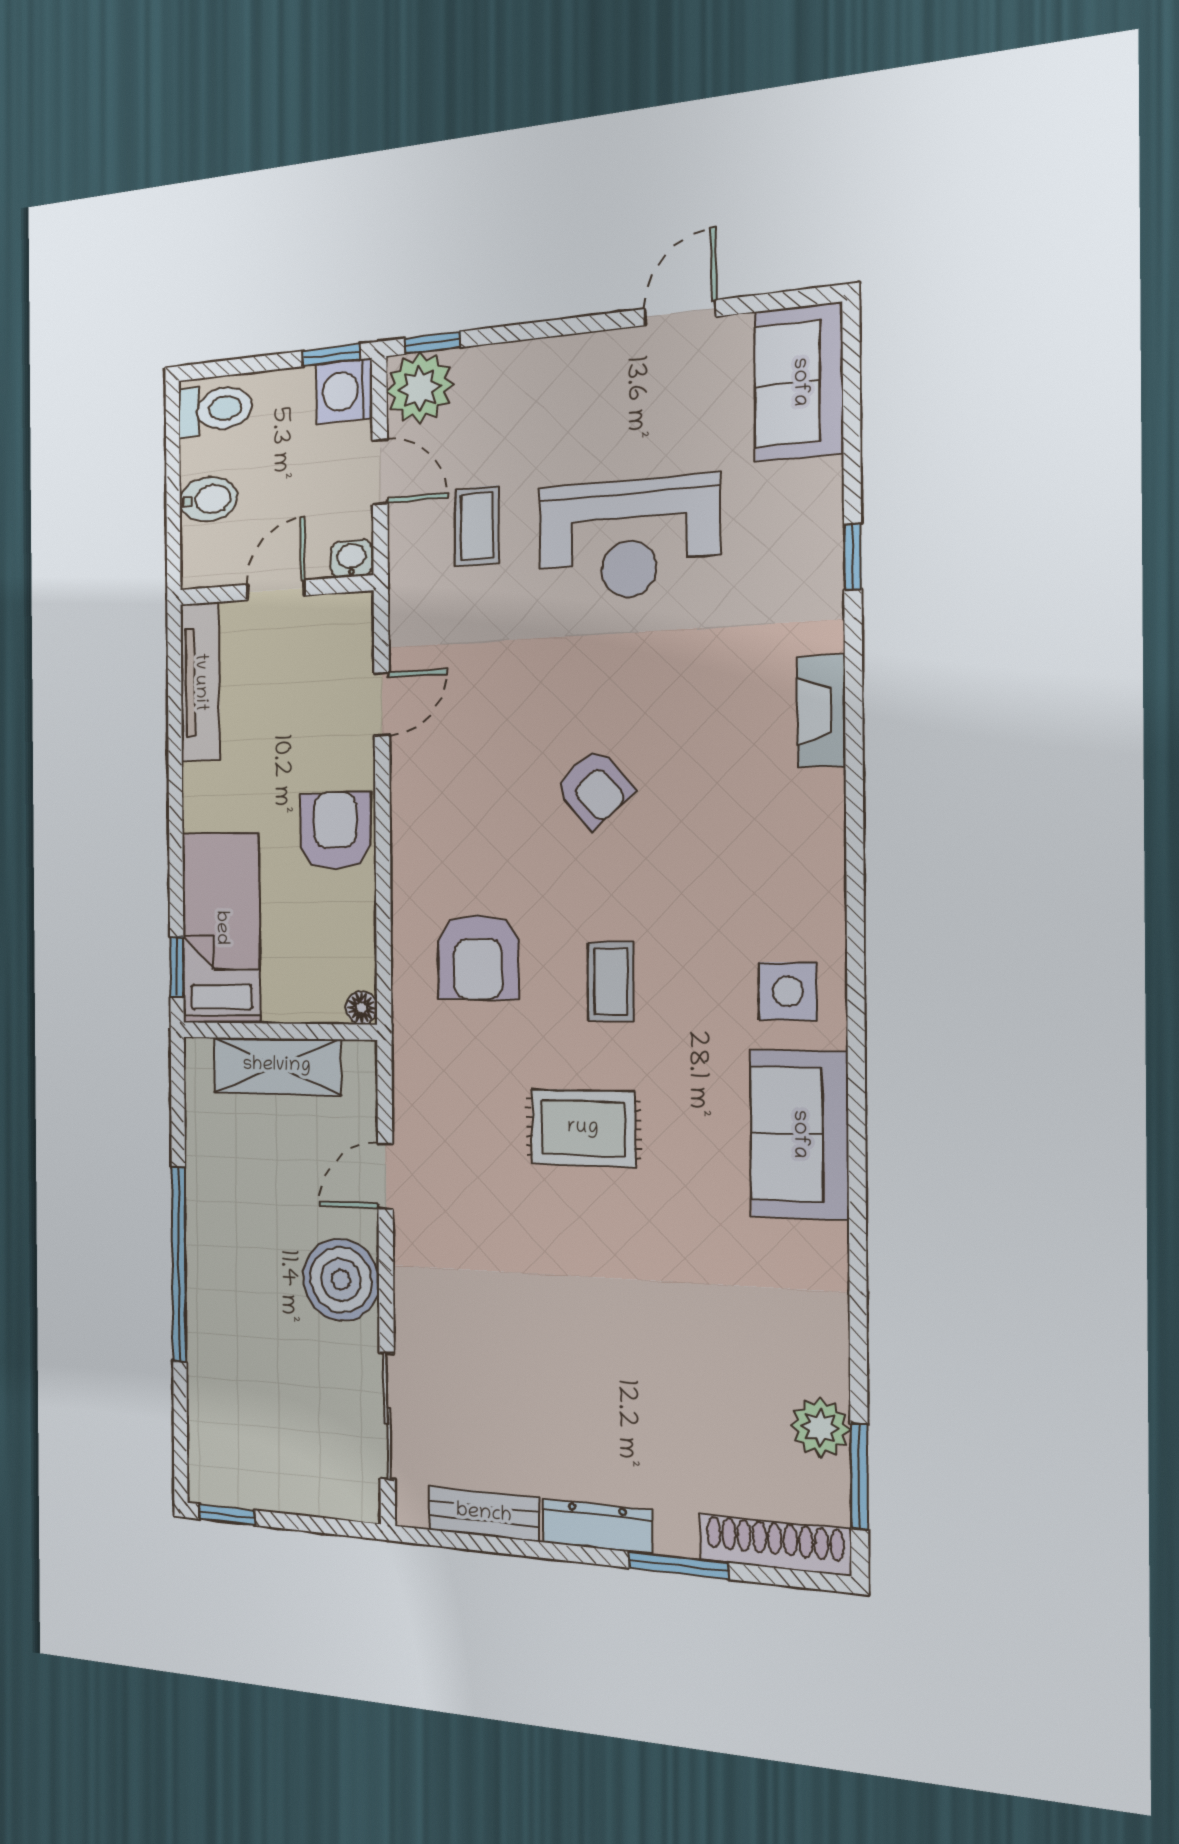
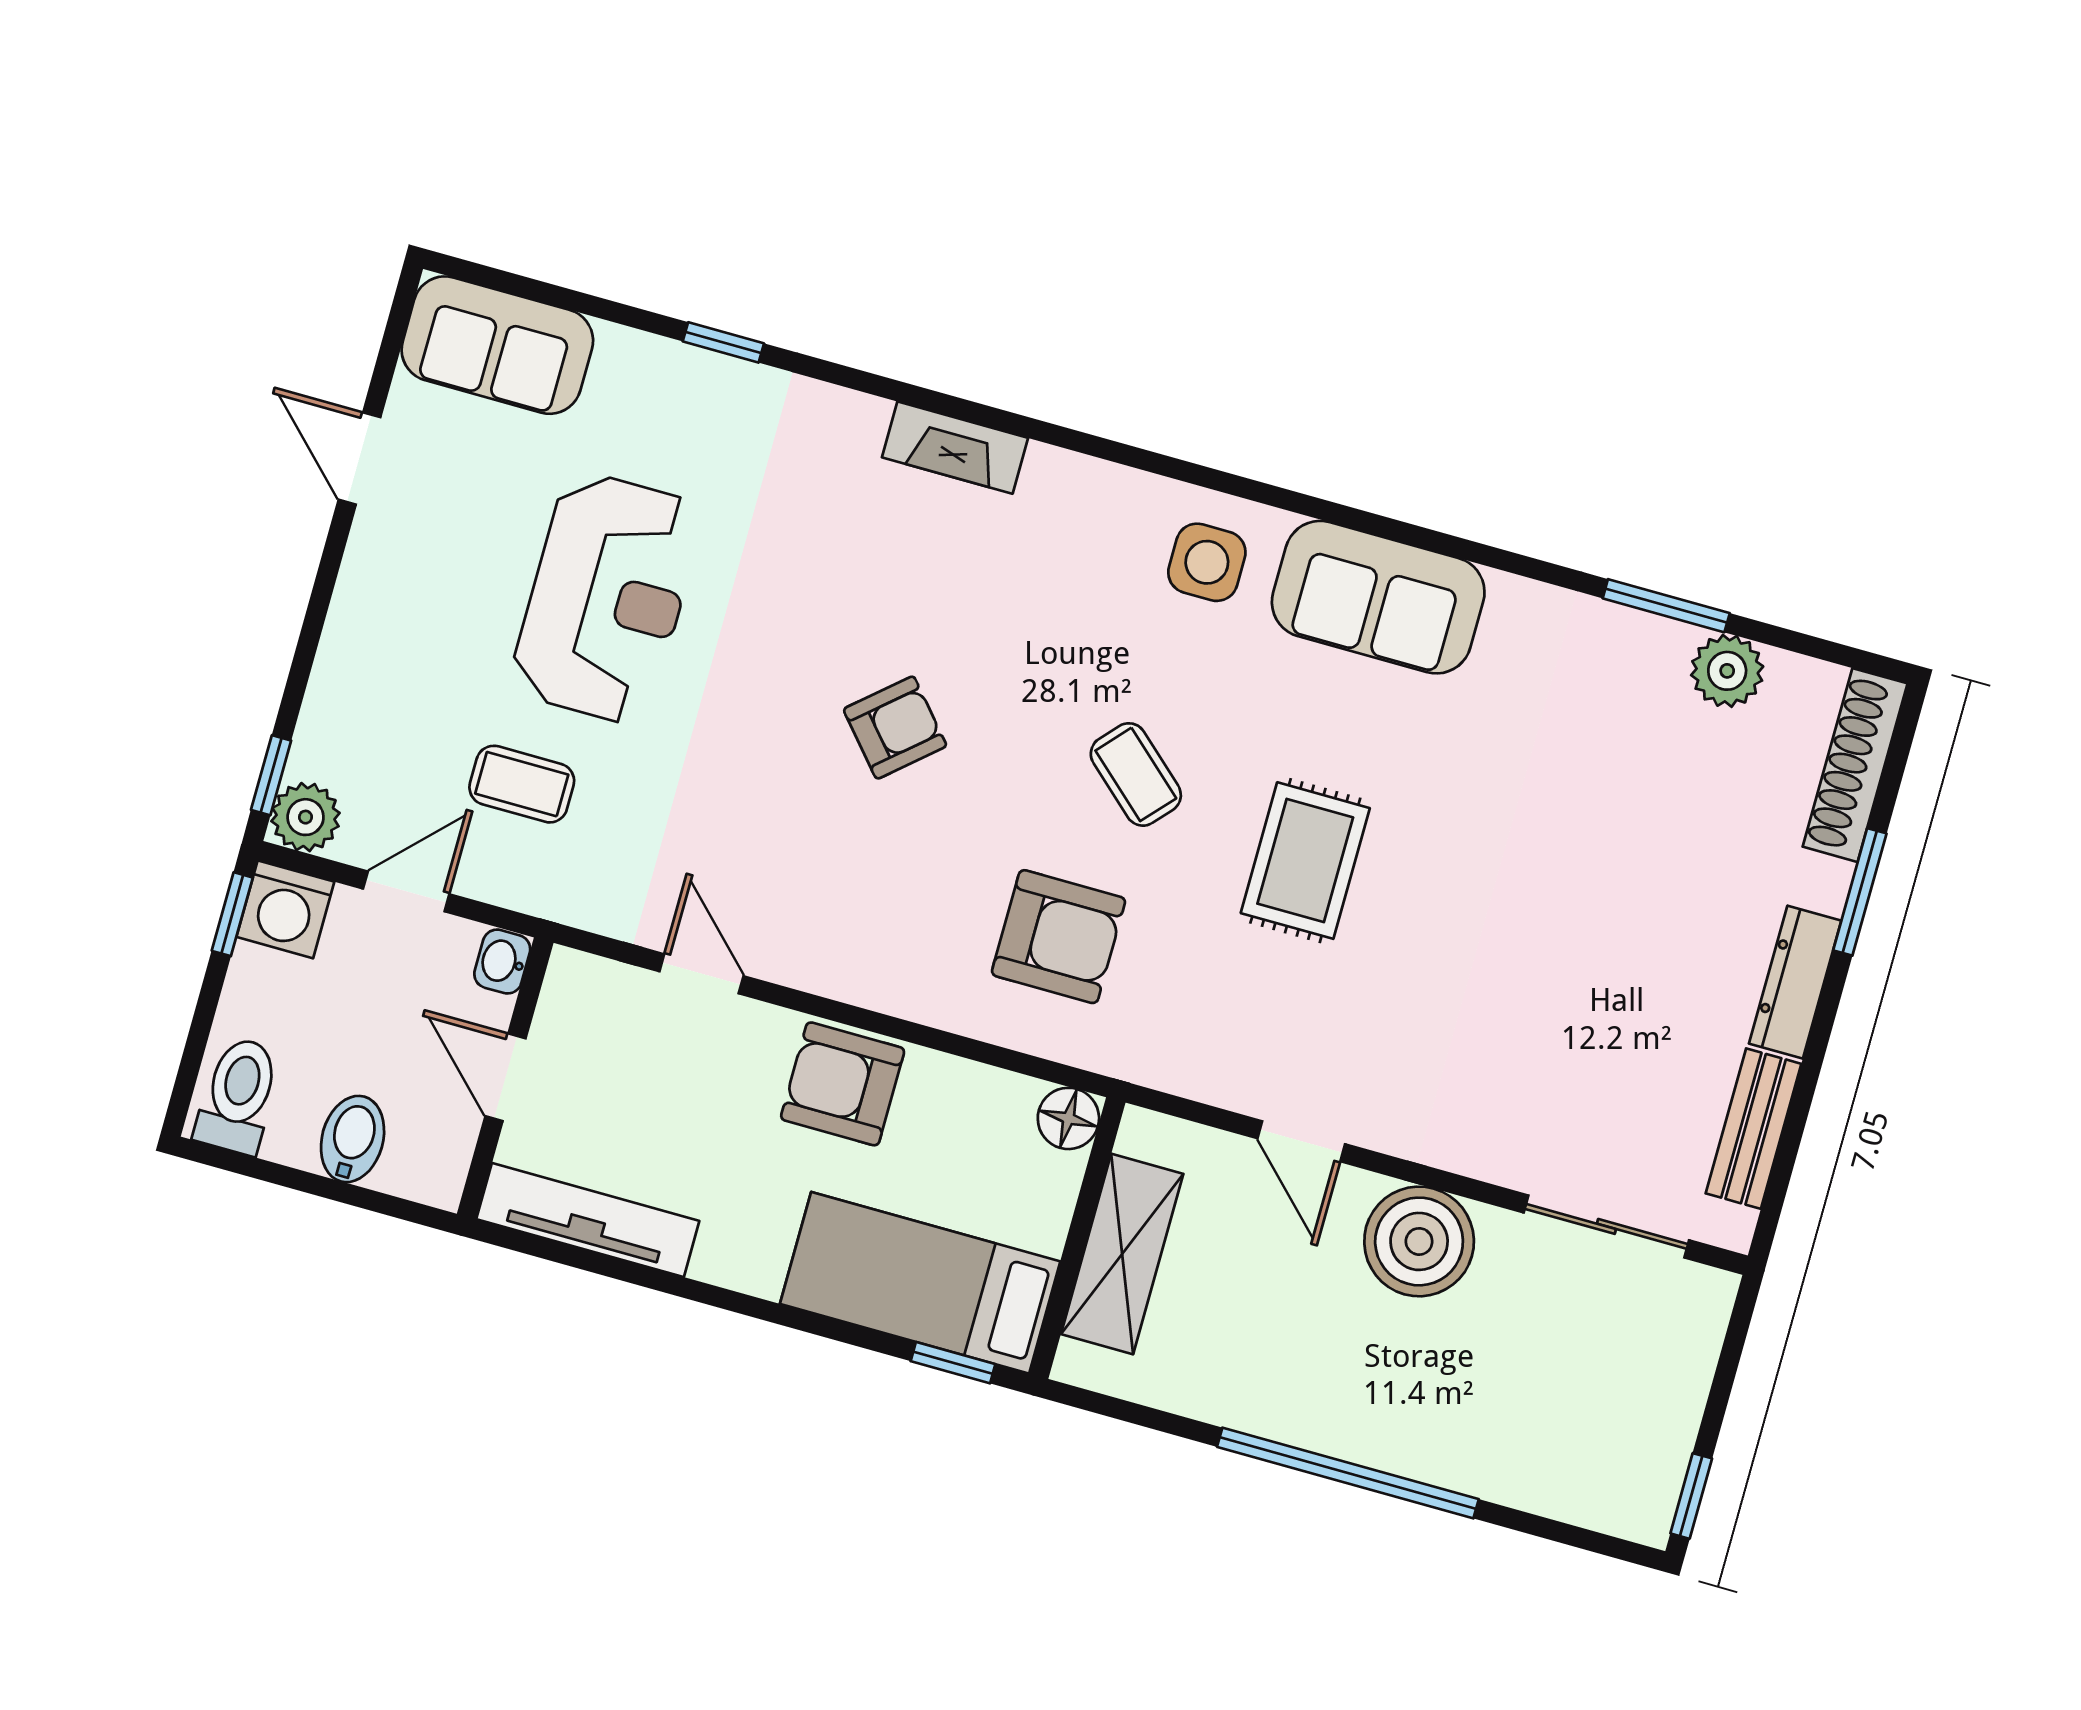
plant: (420, 388) -> (306, 817), width x0.73, depth x0.73
fireplace: (821, 711) -> (955, 448), moved
coffee table: (611, 981) -> (1136, 774), turned 42
floor lamp: (361, 1008) -> (1068, 1118), width x1.37, depth x1.37
window: (859, 1476) -> (1666, 606), moved

